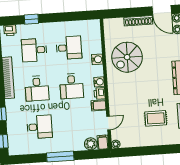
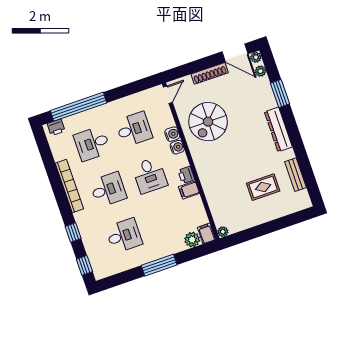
window: (31, 19) -> (78, 107), width x3.17
water cooler: (99, 82) -> (177, 147), moved
desk: (37, 88) -> (108, 190), turned -90
door: (108, 123) -> (168, 95), moved

